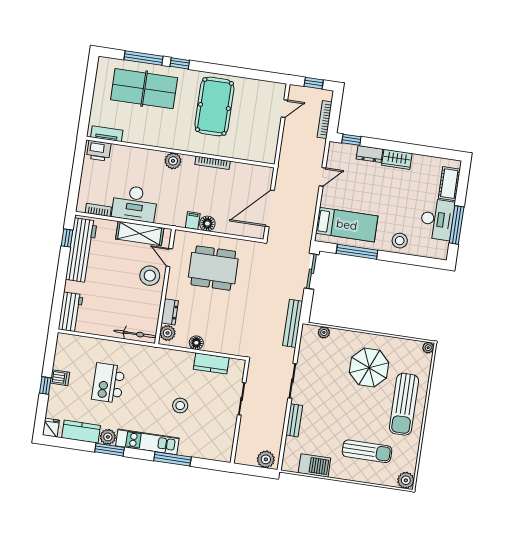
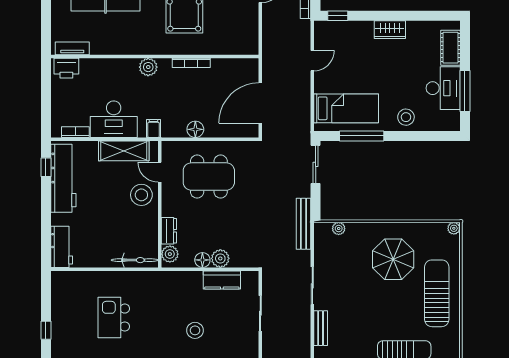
dresser: (370, 154) -> (360, 28), removed
filing cabinet: (193, 221) -> (153, 129), moved
plant: (213, 344) -> (220, 258), added
dishwasher: (60, 378) -> (61, 319), removed
sun lounger: (404, 404) -> (437, 293), turned 180

